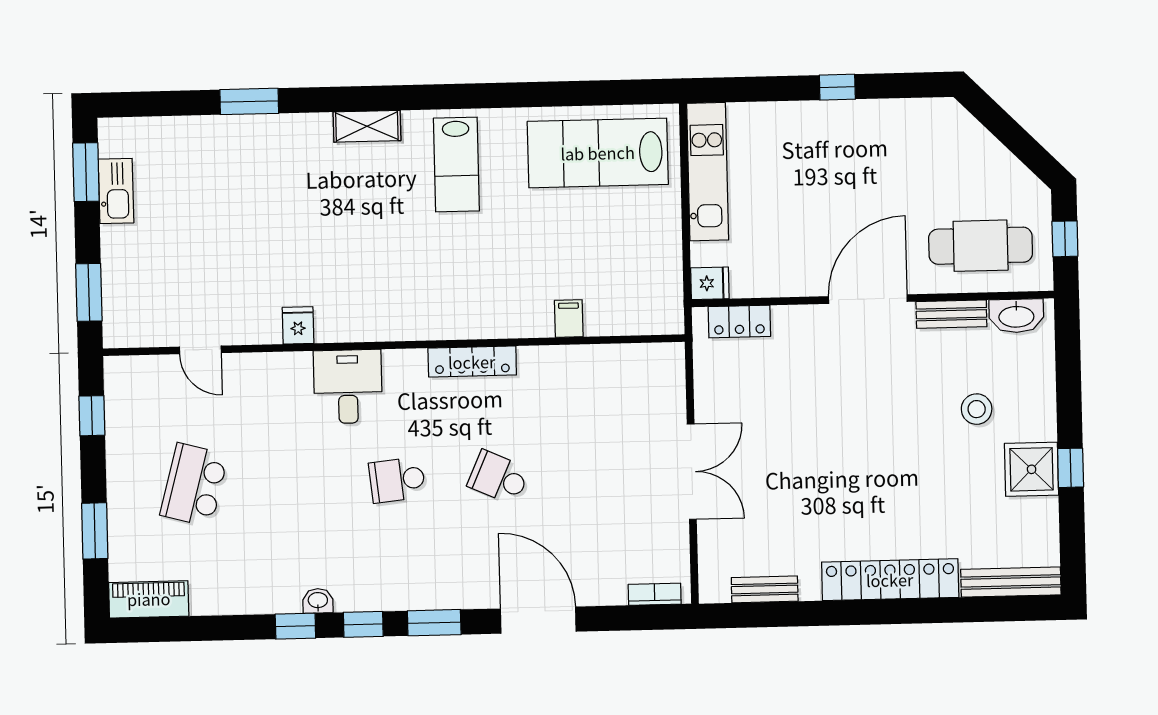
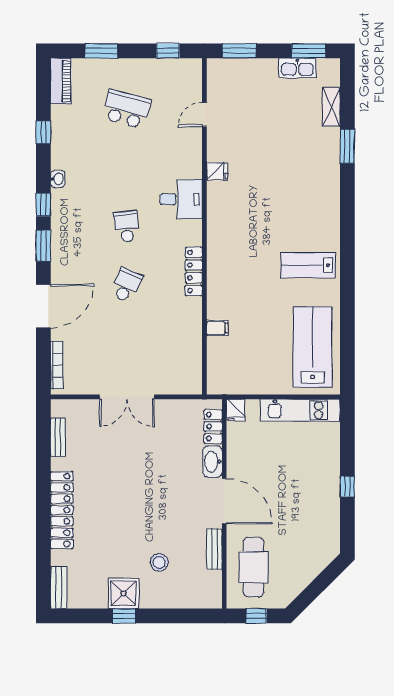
shelving: (367, 126) -> (331, 107), moved
washbasin: (1016, 316) -> (213, 462), moved
bench: (1011, 582) -> (59, 588), width x0.73
bookcase: (655, 594) -> (57, 365), width x1.56
window: (295, 626) -> (43, 132), moved

